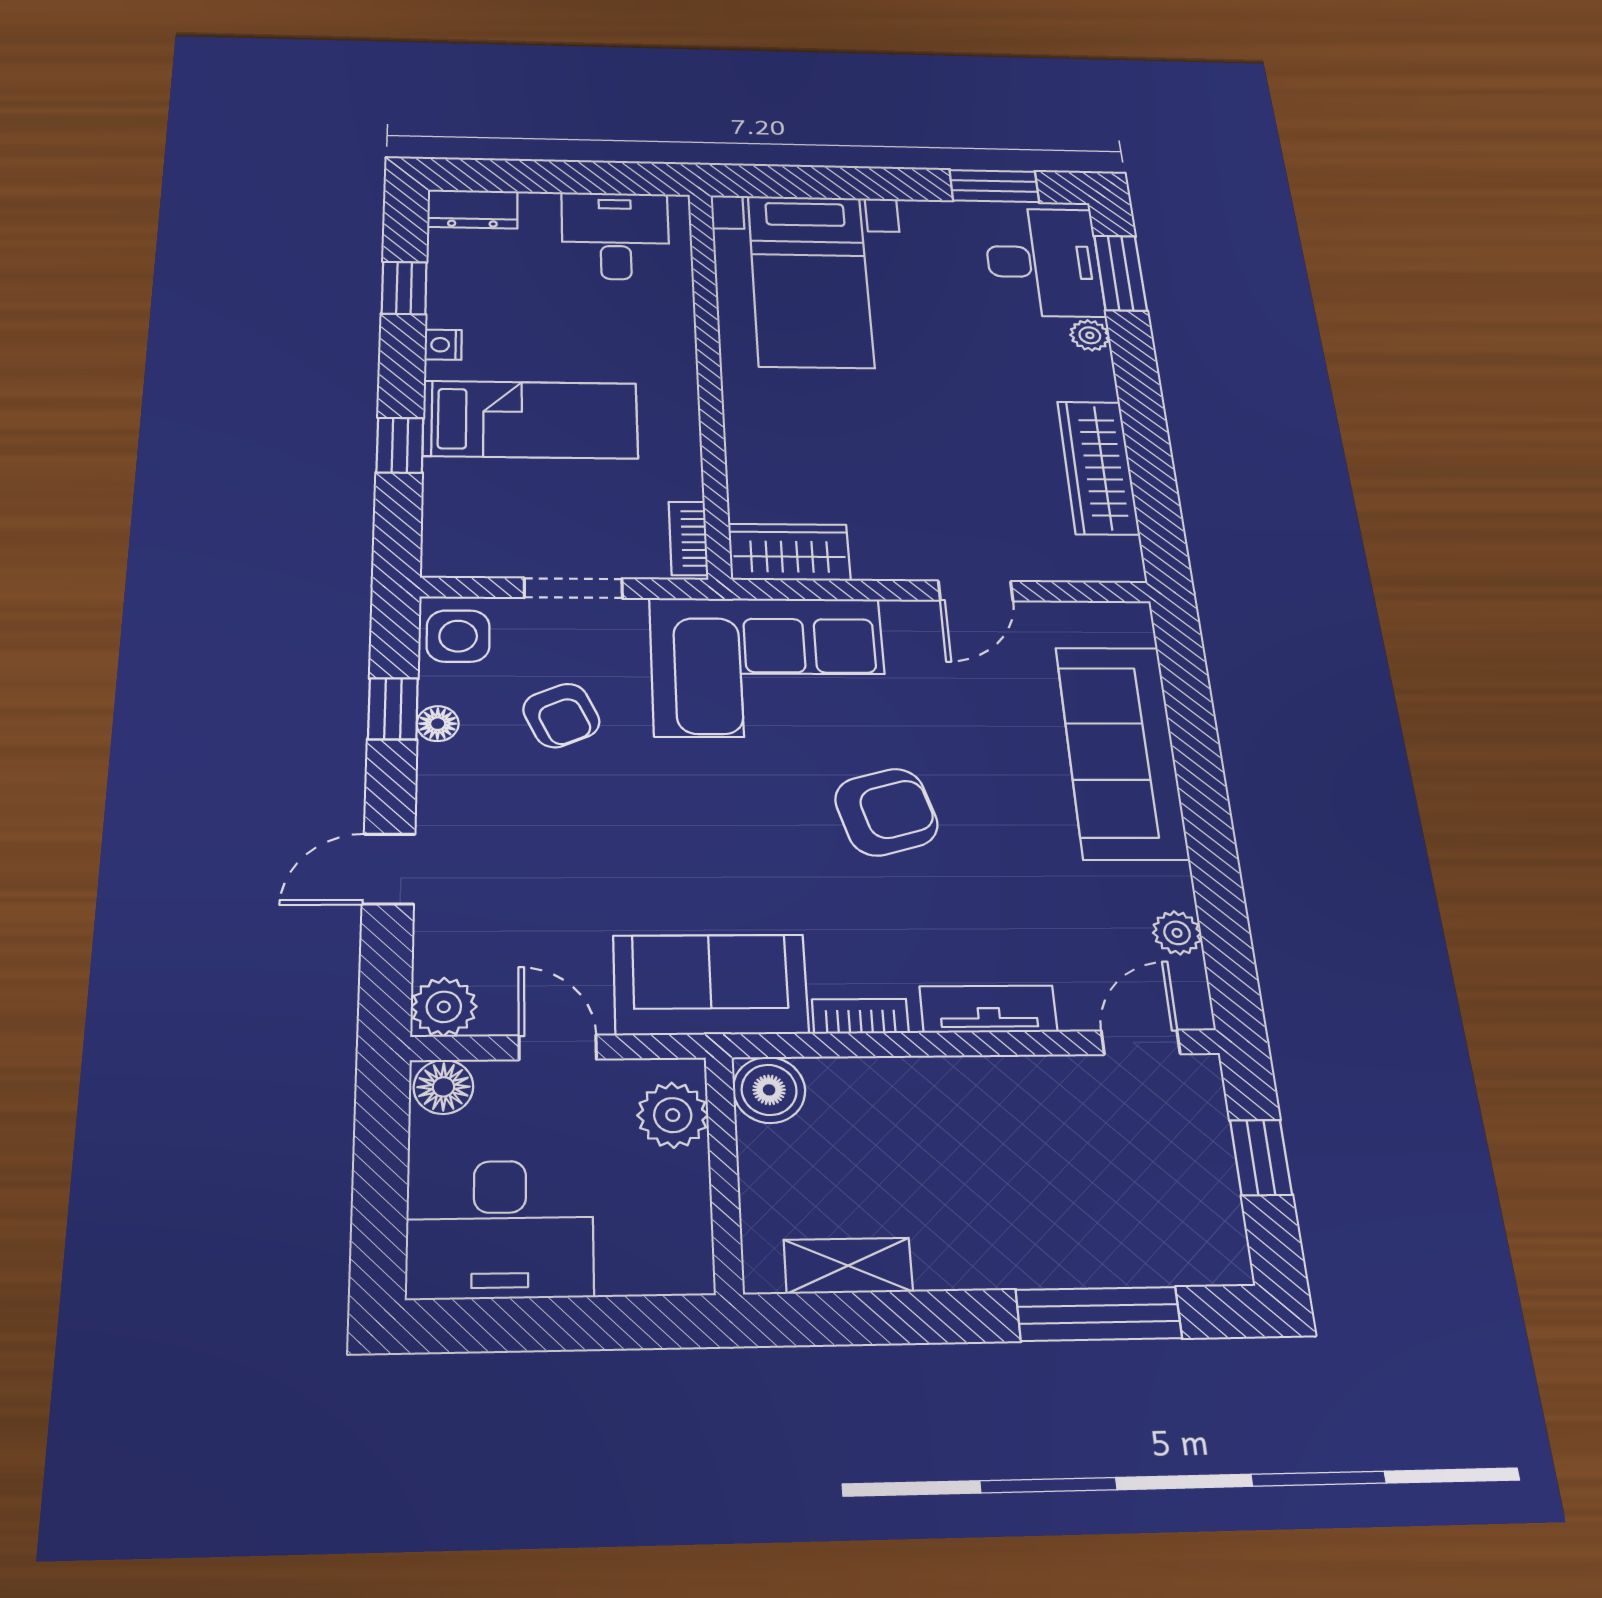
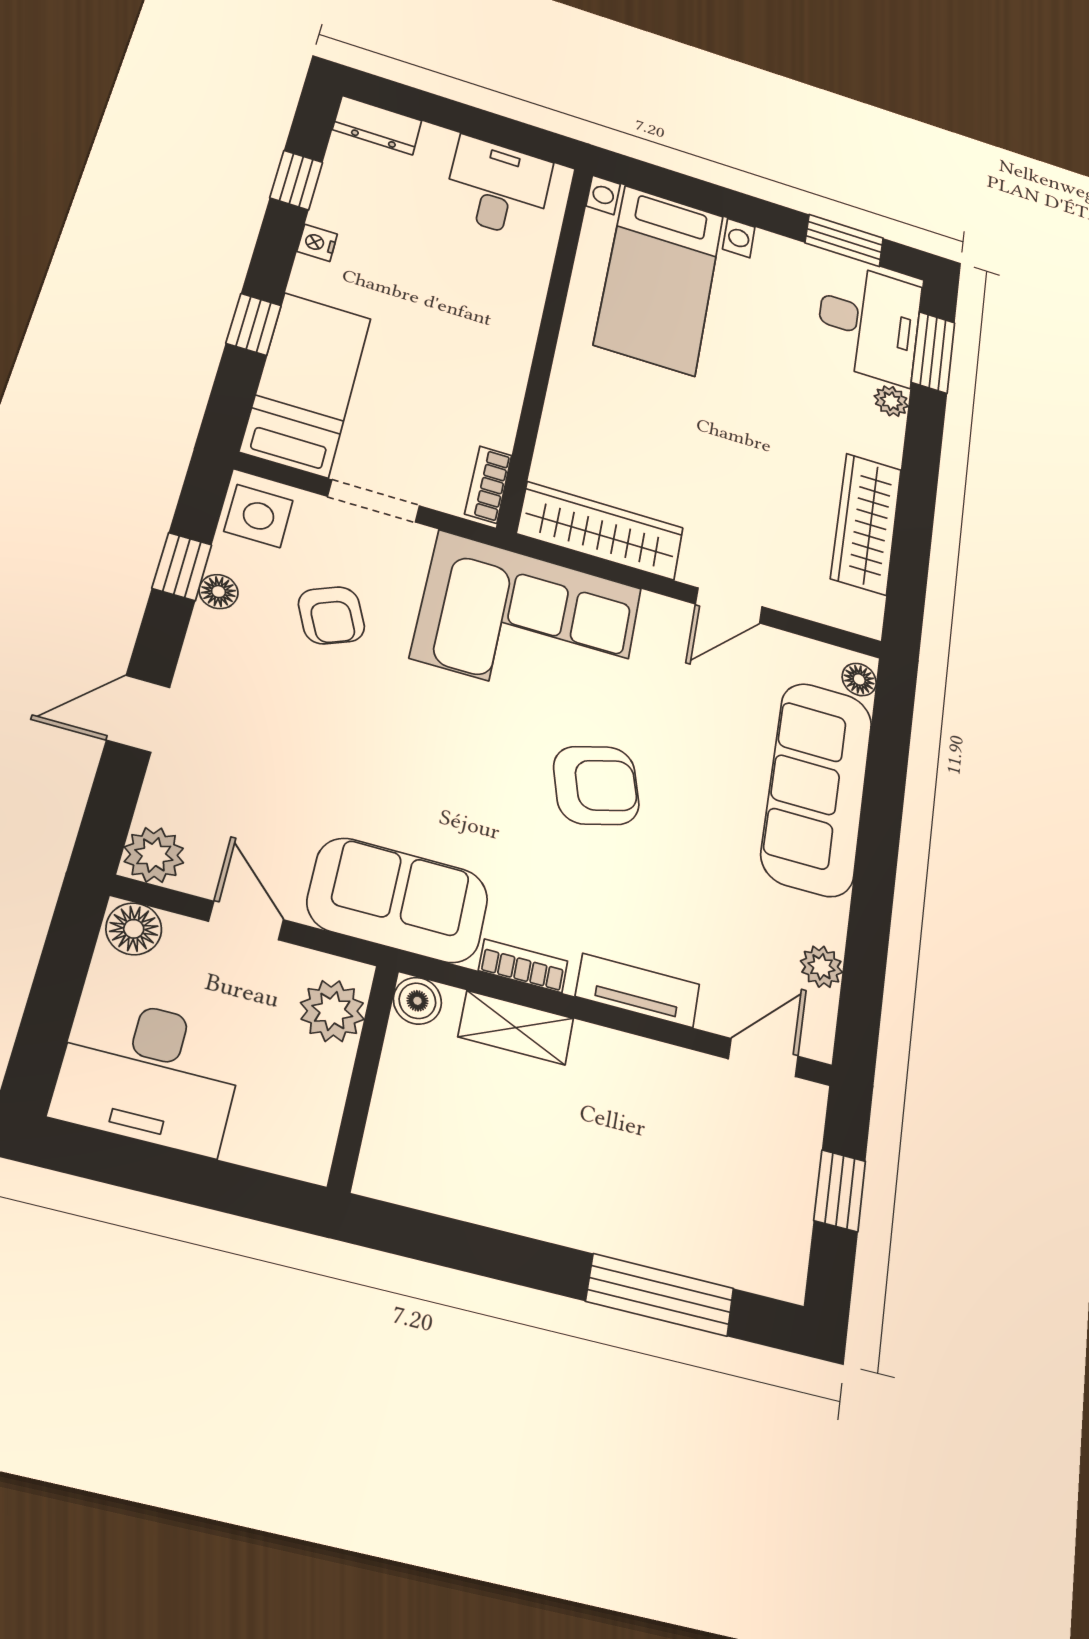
bed: (530, 420) -> (306, 384), moved, turned -90
wardrobe: (789, 552) -> (600, 531), width x1.50
floor lamp: (1135, 628) -> (859, 679), added
boiler: (769, 1090) -> (417, 1001), width x0.73, depth x0.73
shelving: (848, 1266) -> (516, 1028), moved

